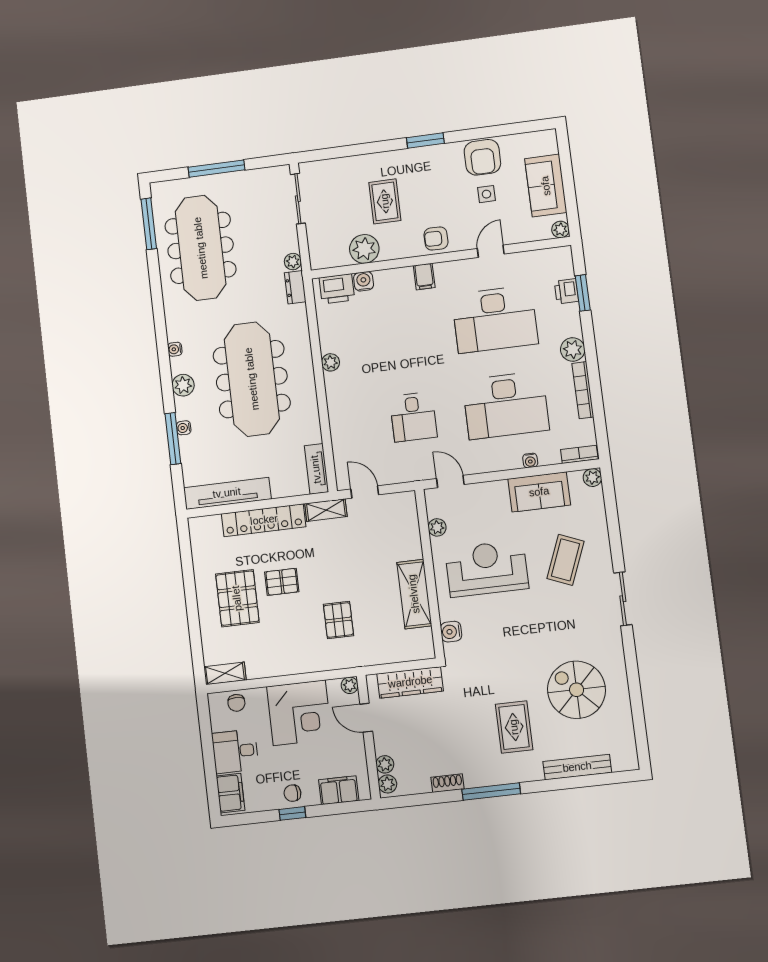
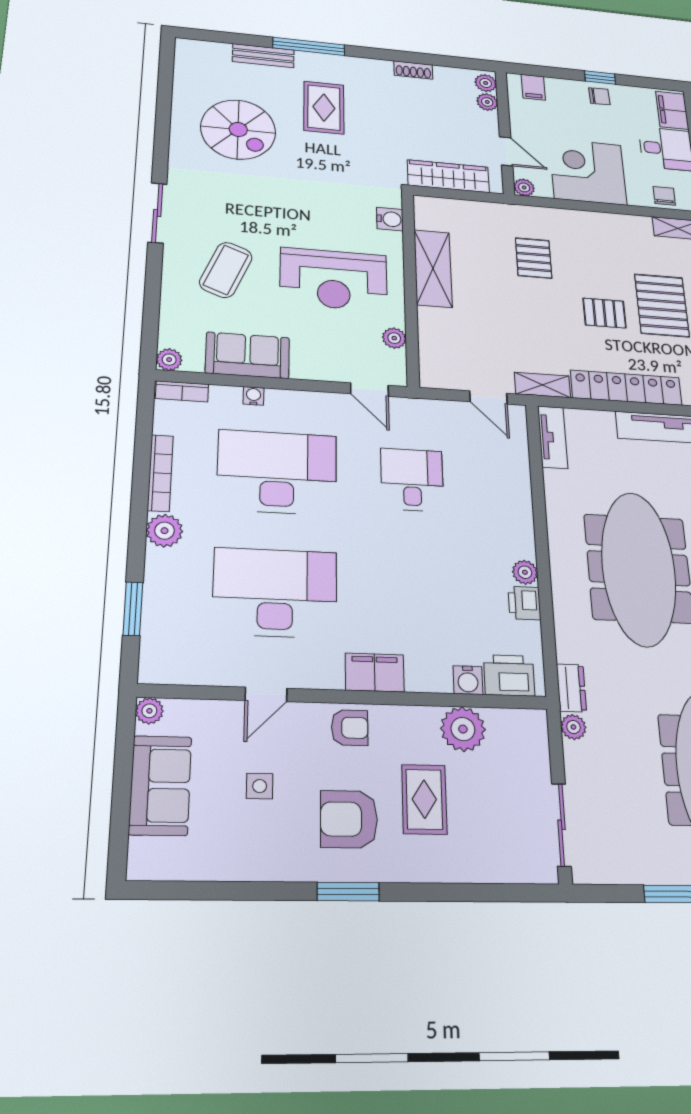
armchair: (482, 157) -> (349, 819), moved, turned -90
filing cabinet: (424, 277) -> (375, 672), width x2.00
printer: (566, 291) -> (524, 603), moved, turned 180
bench: (577, 767) -> (263, 56), width x0.73
filing cabinet: (339, 790) -> (533, 87), width x0.50
window: (491, 792) -> (309, 46), moved

